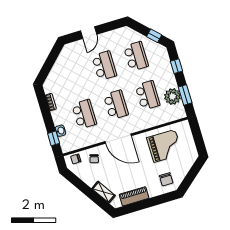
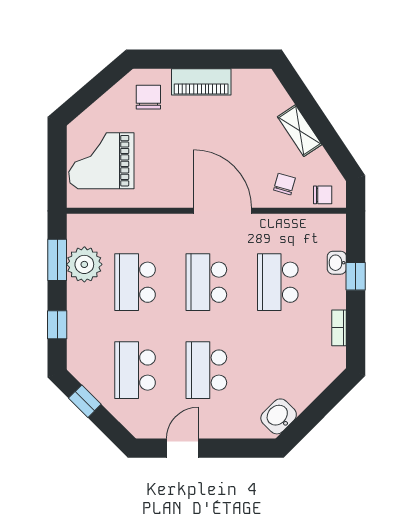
door: (89, 33) -> (182, 448), moved
washbasin: (66, 55) -> (279, 416), added
window: (54, 138) -> (356, 276), moved
grand piano: (165, 146) -> (101, 161), moved
shelving: (104, 192) -> (300, 131), moved
piano: (134, 196) -> (201, 82), moved

